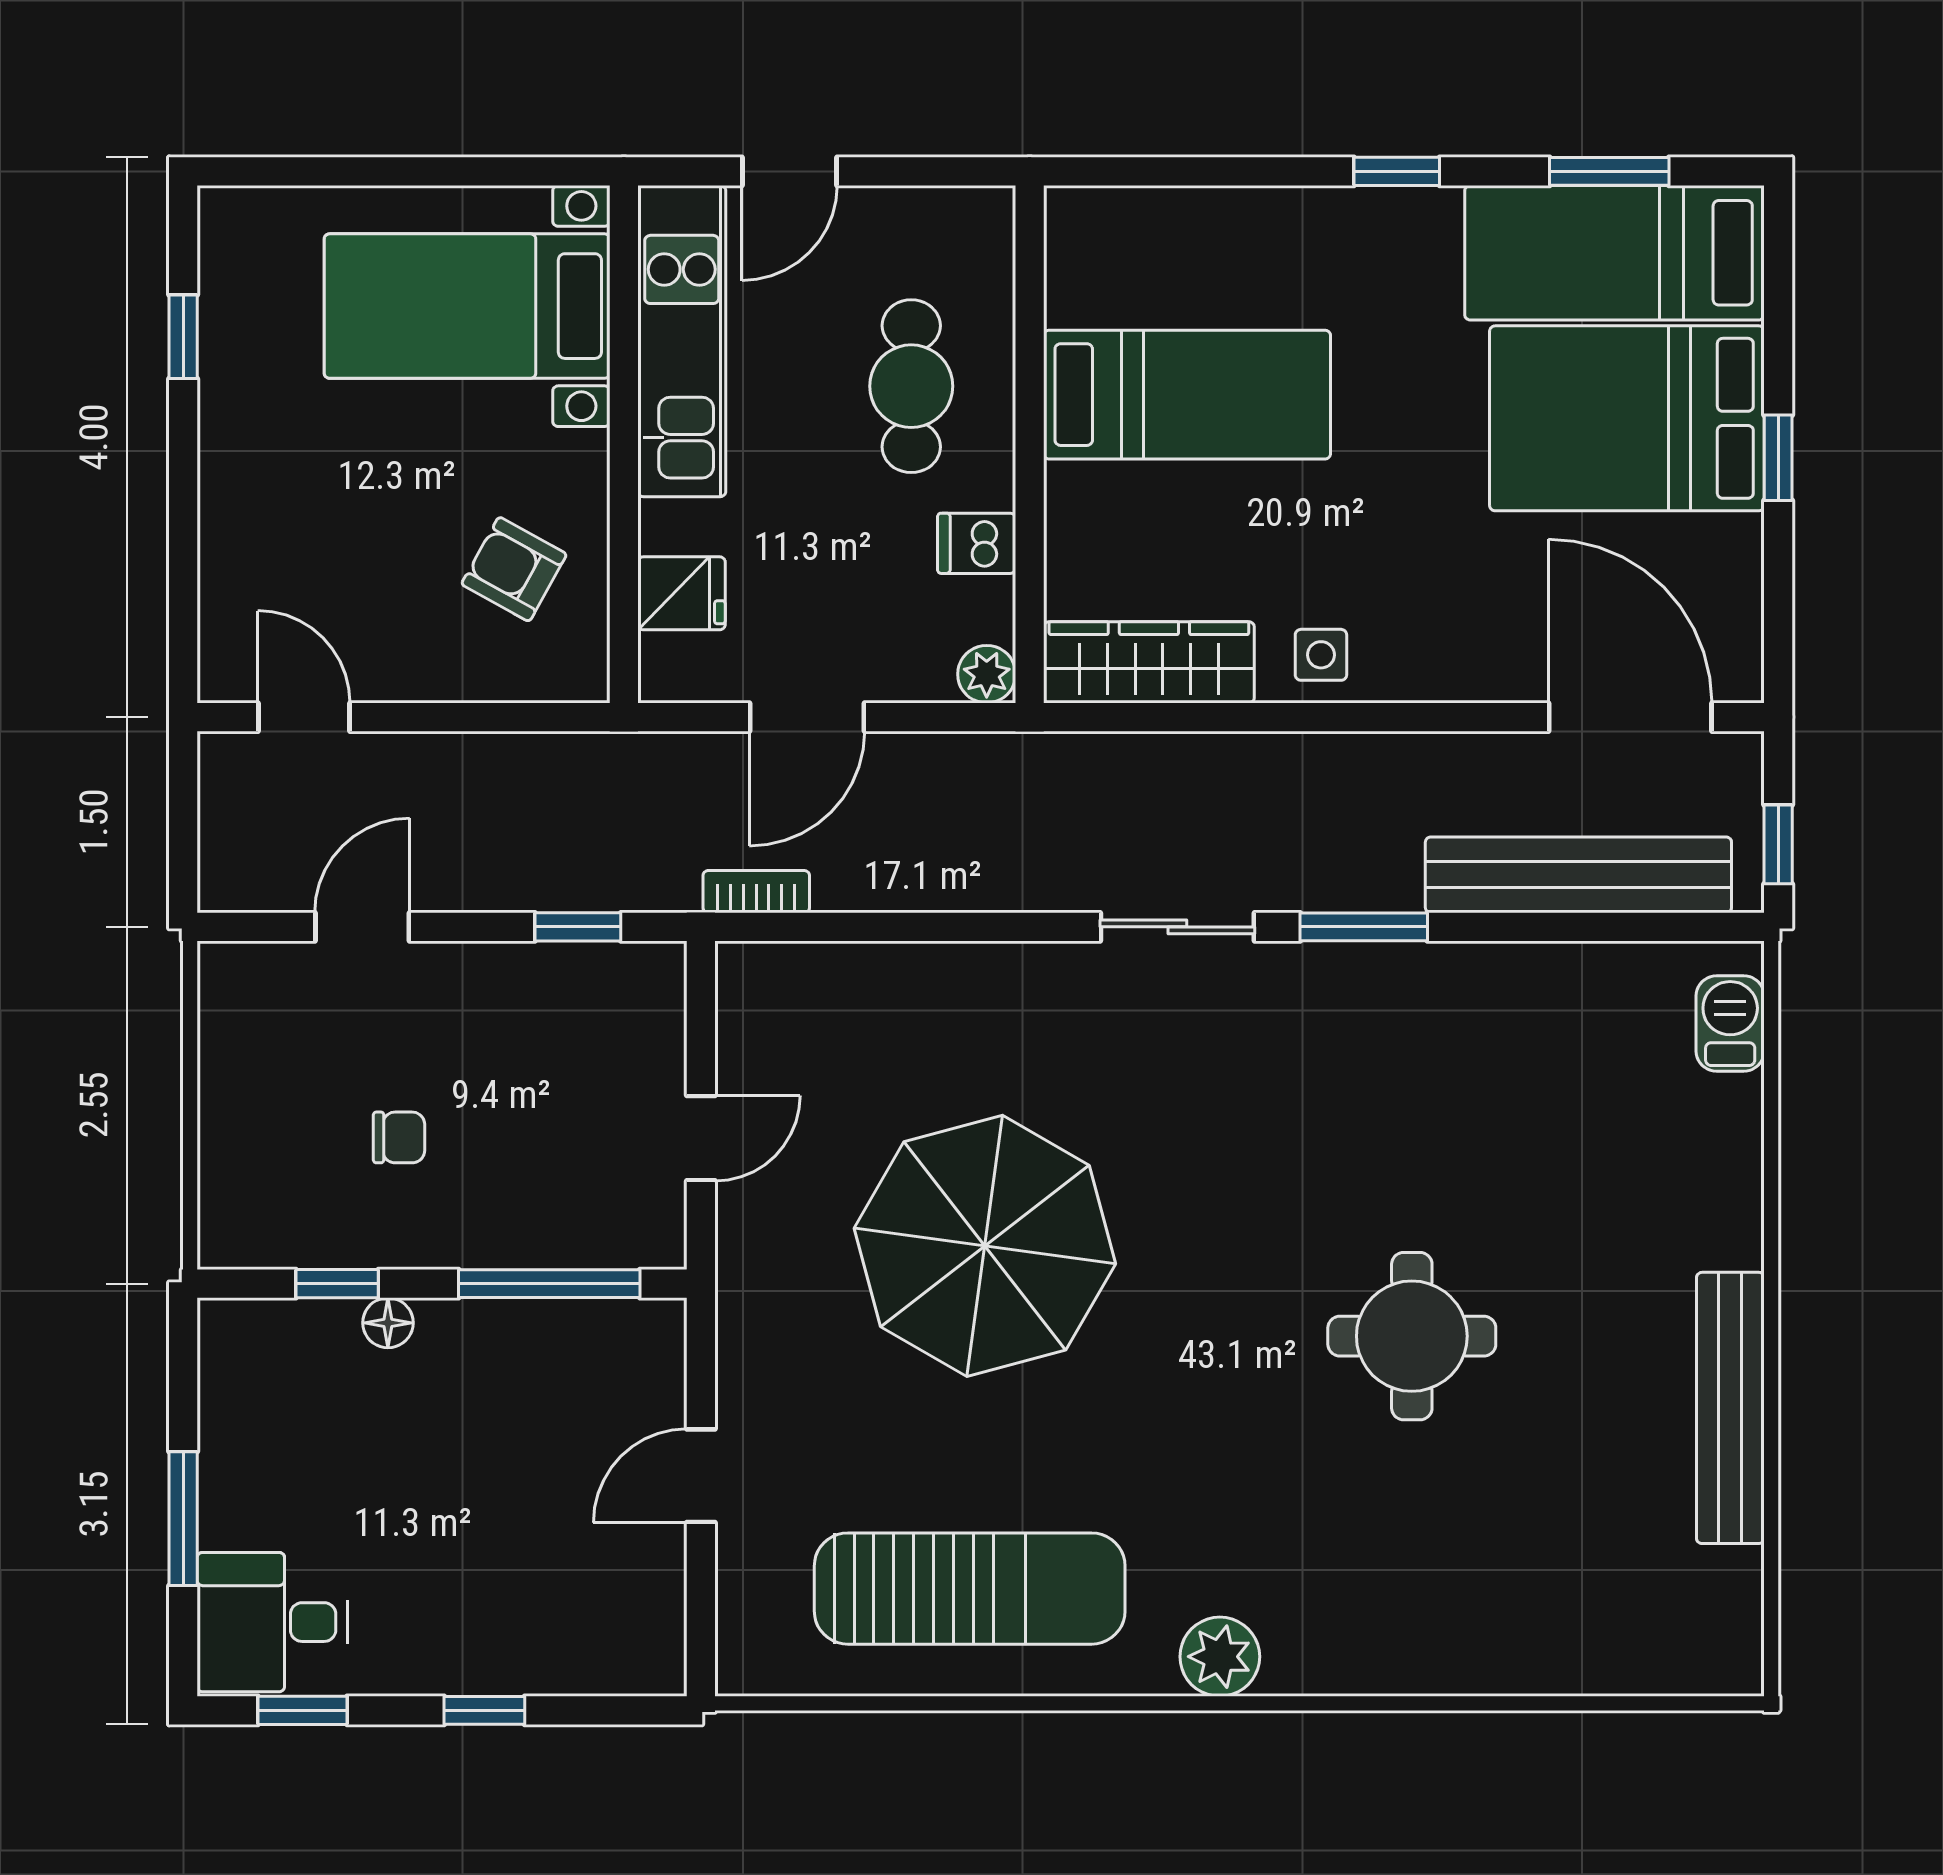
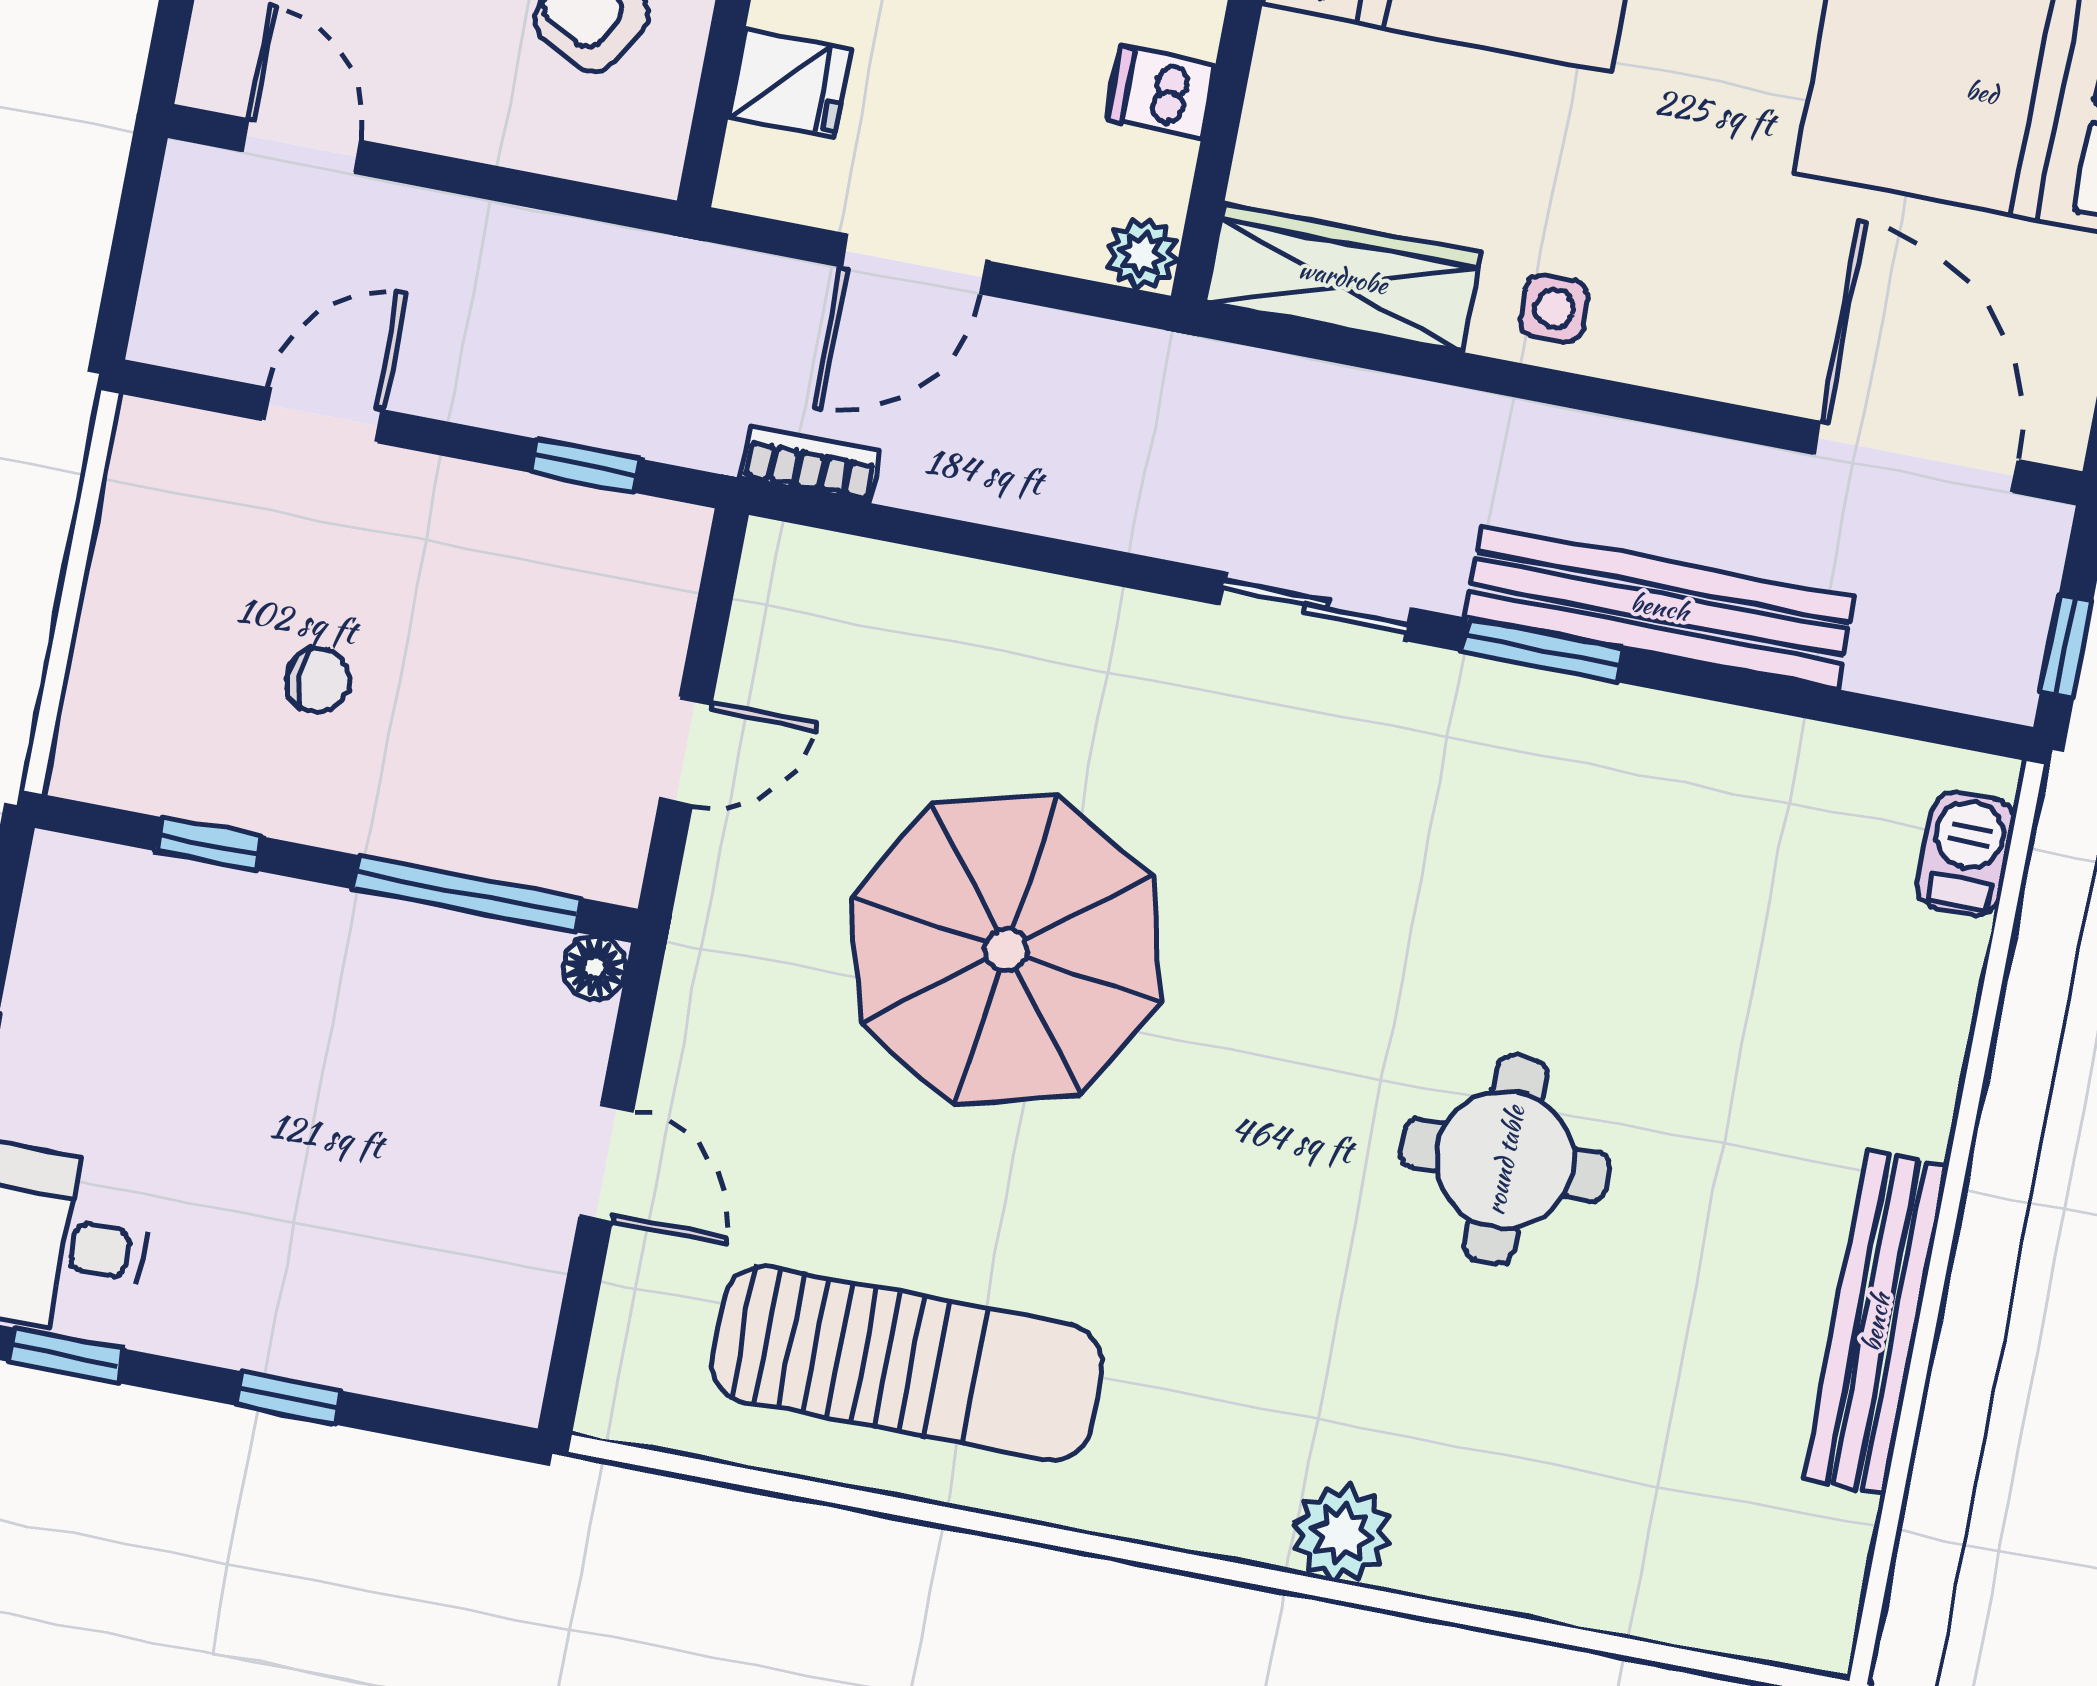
bench: (1578, 875) -> (1660, 607), moved
floor lamp: (388, 1323) -> (595, 968), moved
door: (701, 1476) -> (606, 1163), swing flipped
plant: (1220, 1657) -> (1342, 1533), moved

